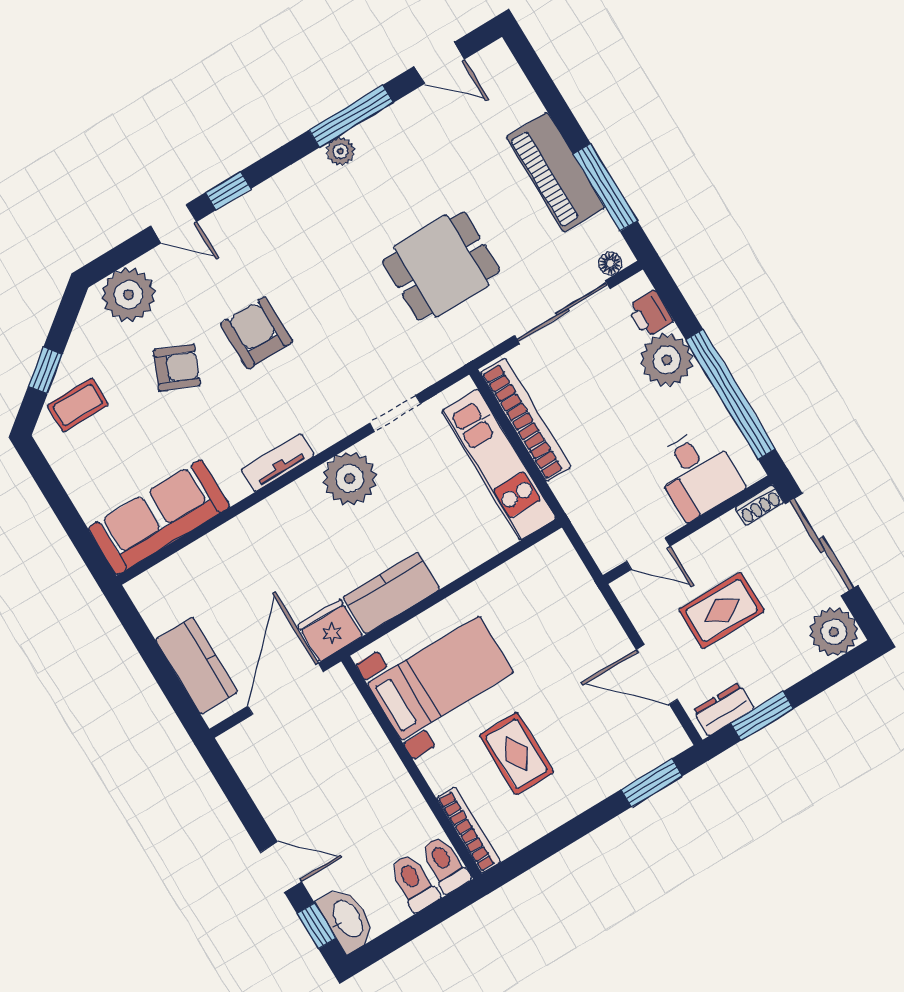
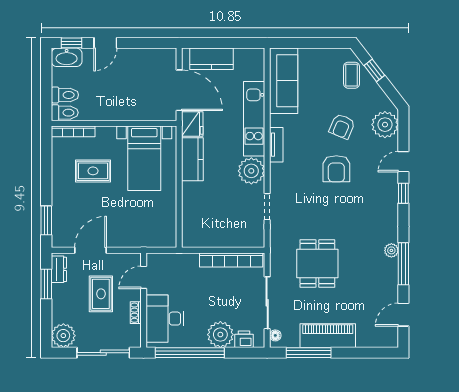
armchair: (256, 333) -> (336, 169), turned 90
kitchen unit: (499, 465) -> (254, 119), moved, turned -90
desk: (697, 473) -> (165, 319), width x1.37
shoe rack: (759, 505) -> (136, 313), moved

